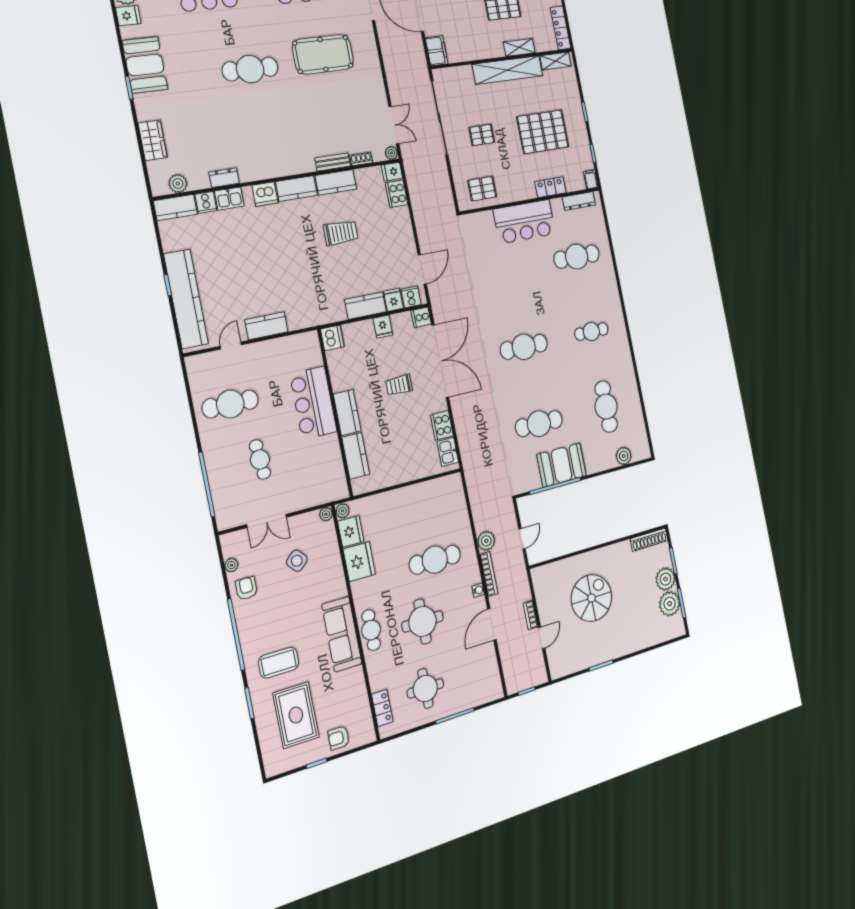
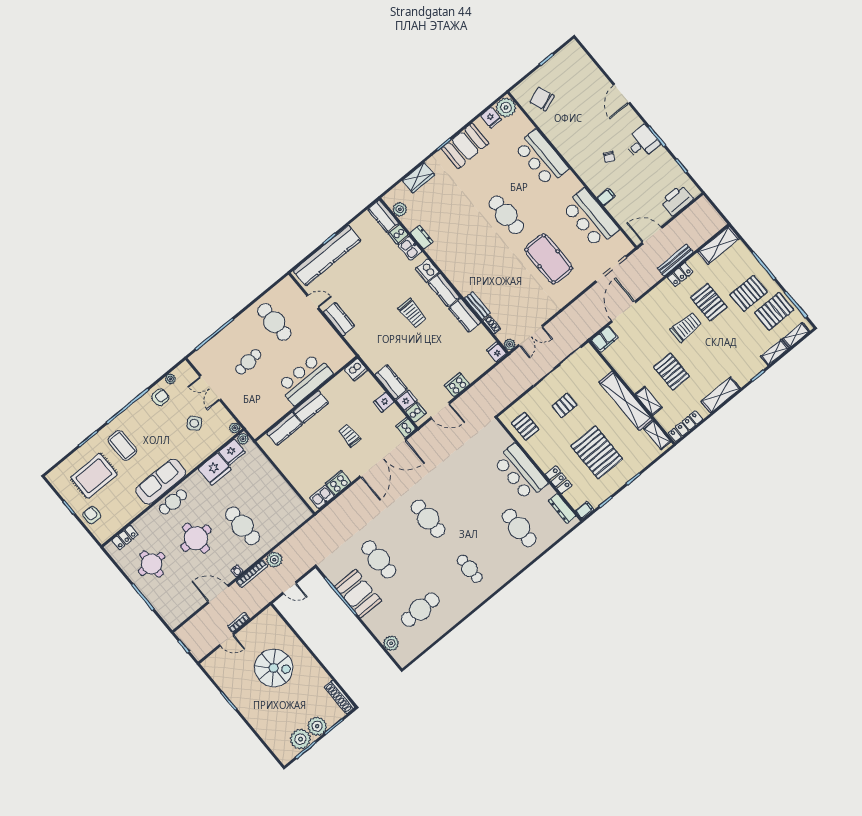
pallet: (482, 135) -> (564, 405), turned 90
cooker: (397, 194) -> (457, 385), moved
trolley: (341, 233) -> (412, 313), moved

